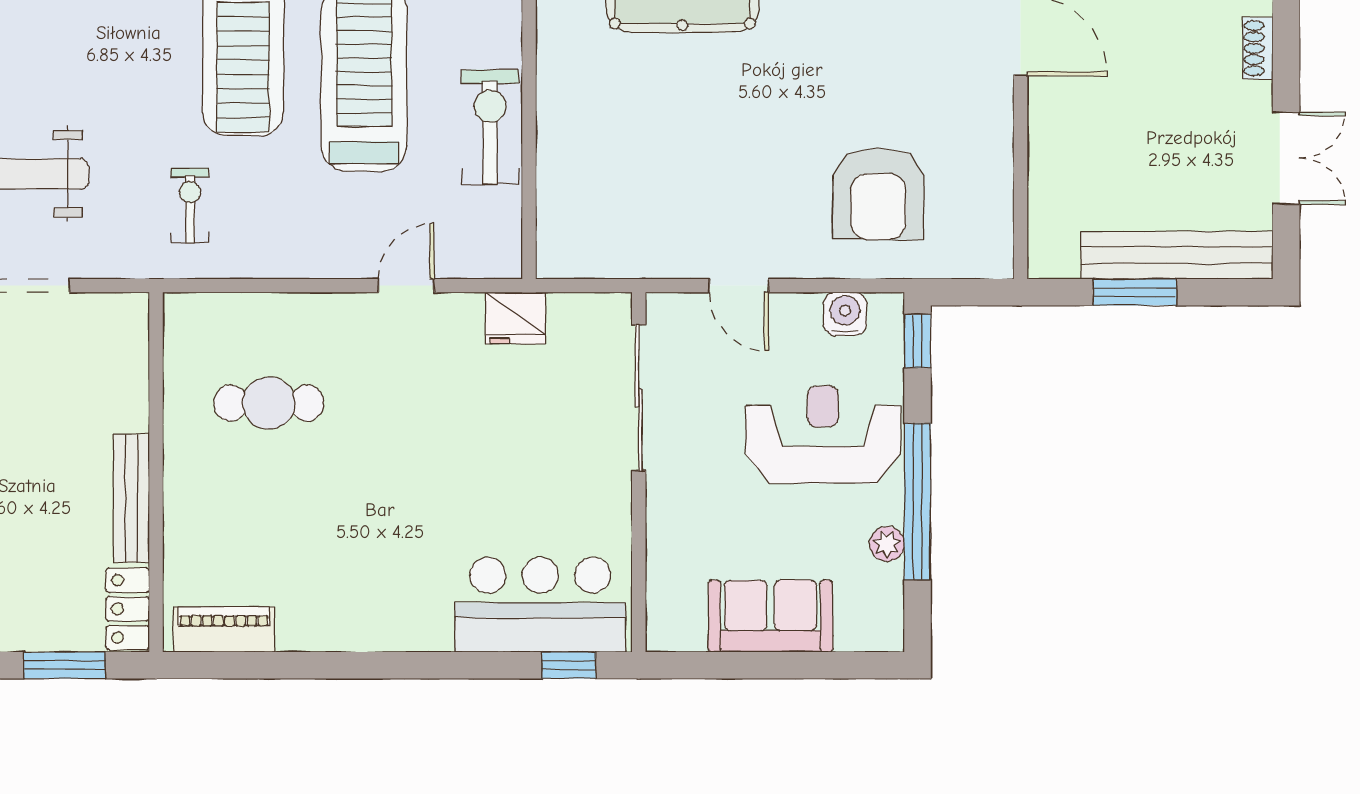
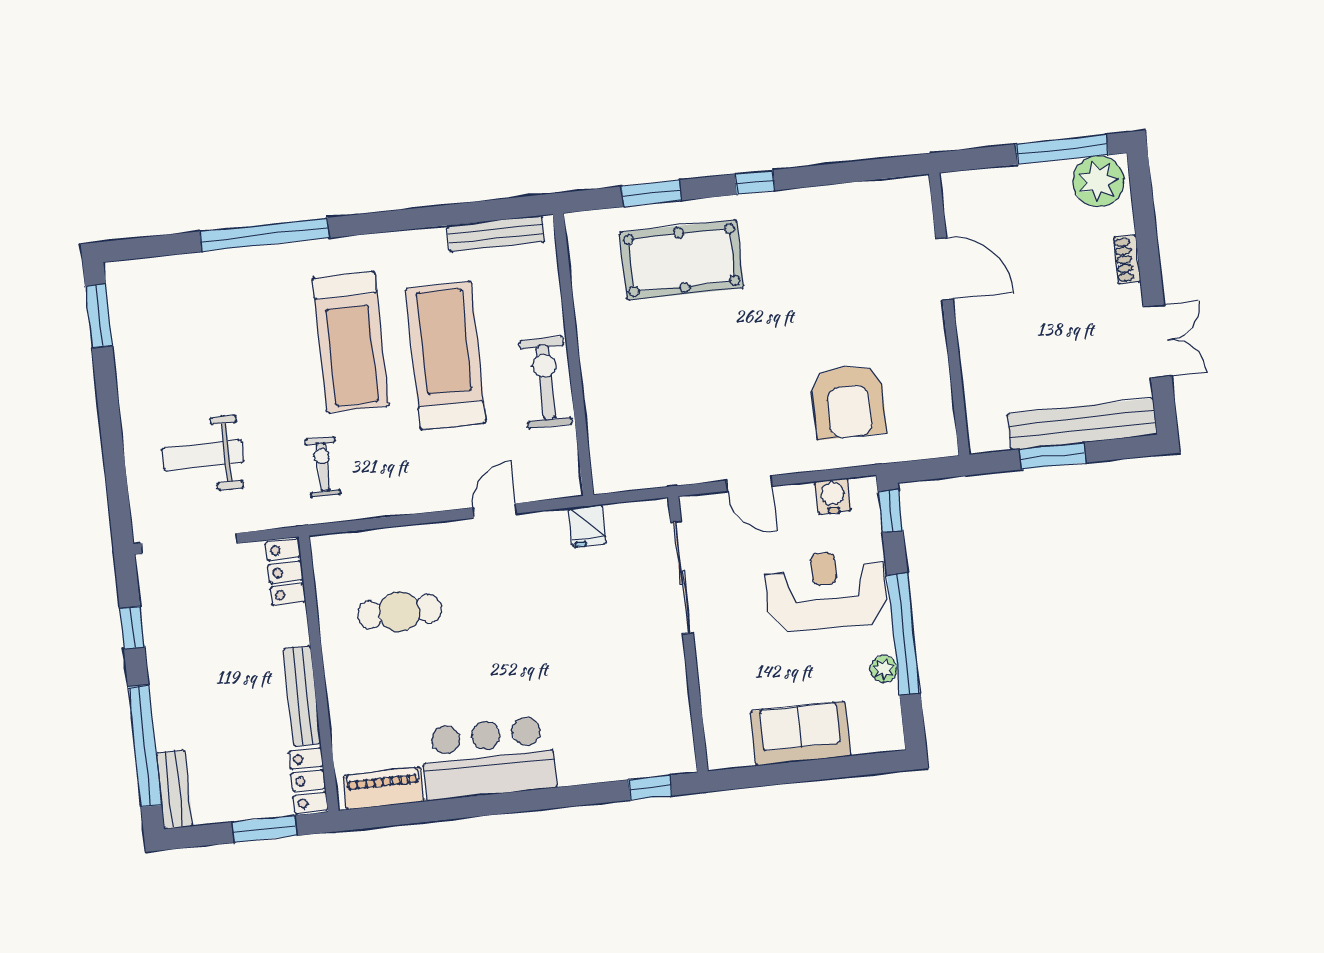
fridge: (515, 318) -> (587, 526), width x0.72
locker: (127, 336) -> (285, 572), added
bar counter: (540, 605) -> (488, 758), moved

